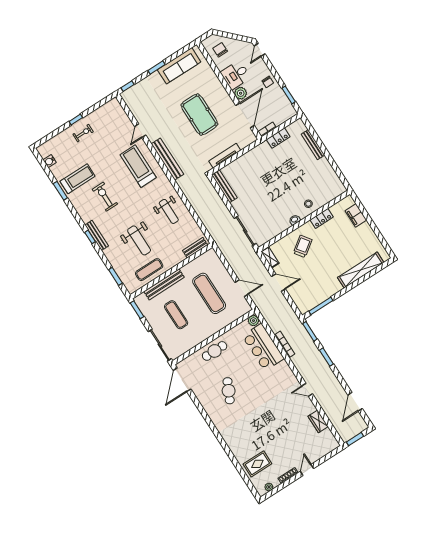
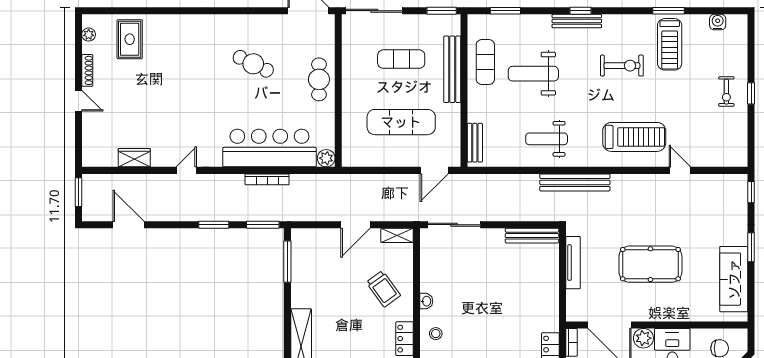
bench: (167, 159) -> (575, 182), moved
door: (242, 288) -> (434, 170), moved
bar counter: (263, 347) -> (269, 148), width x1.36

